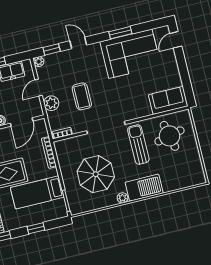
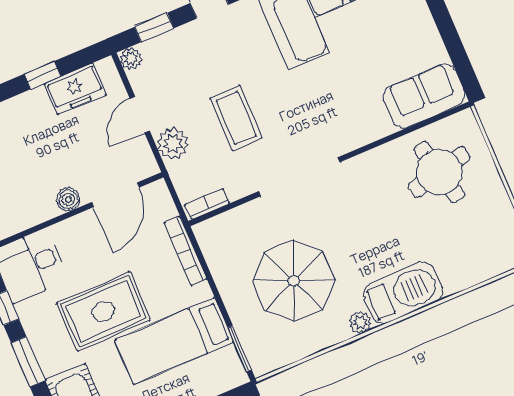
sun lounger: (138, 145) -> (375, 202), removed

